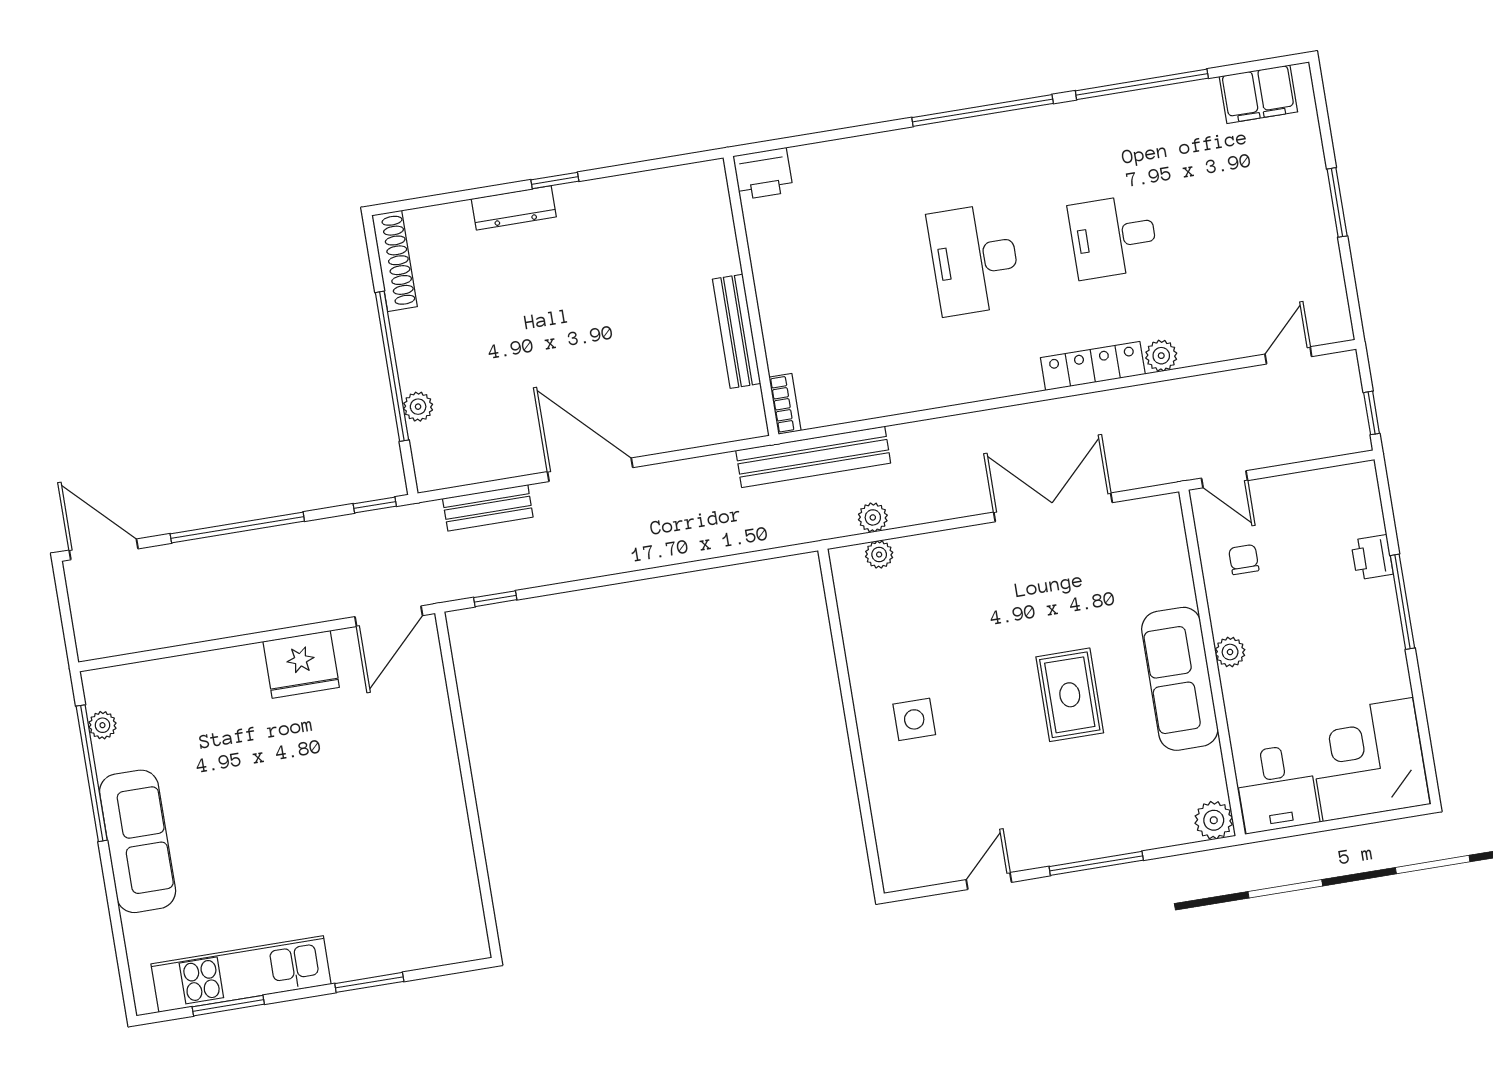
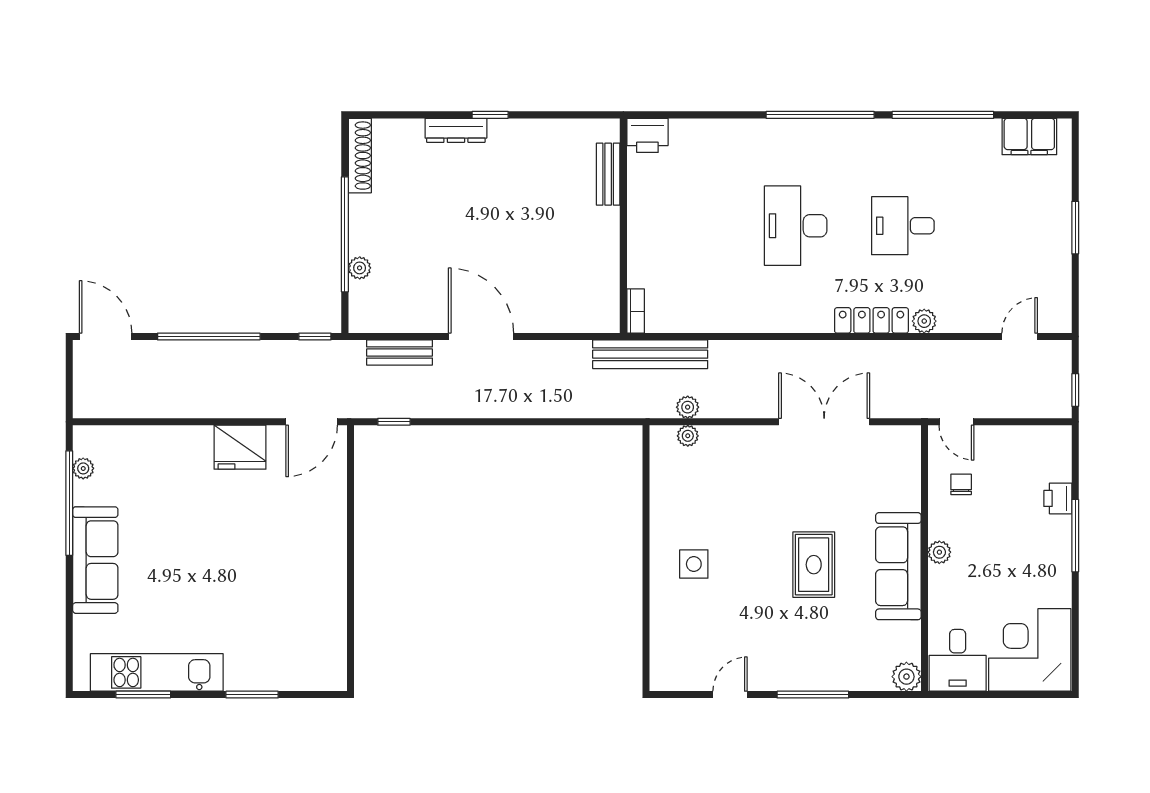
bench: (737, 331) -> (608, 174), moved, width x0.73

